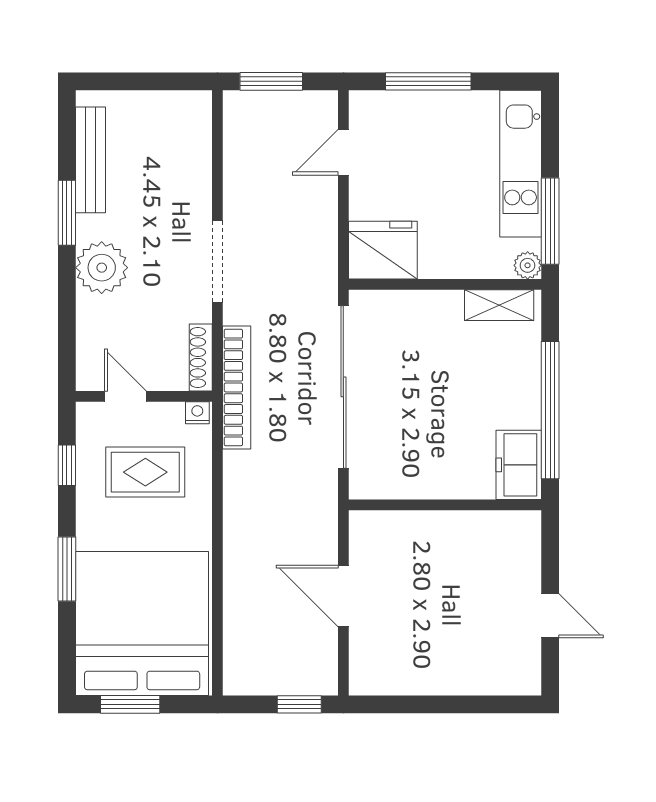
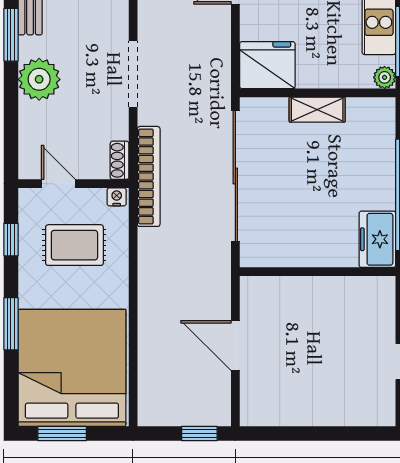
shelving: (499, 305) -> (317, 110), moved
shoe rack: (201, 357) -> (120, 160), width x0.70

